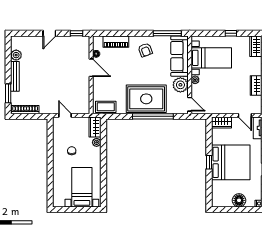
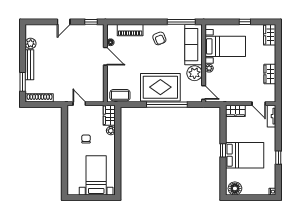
bed: (231, 162) -> (245, 155), width x0.73
floor lamp: (239, 200) -> (235, 188), moved

